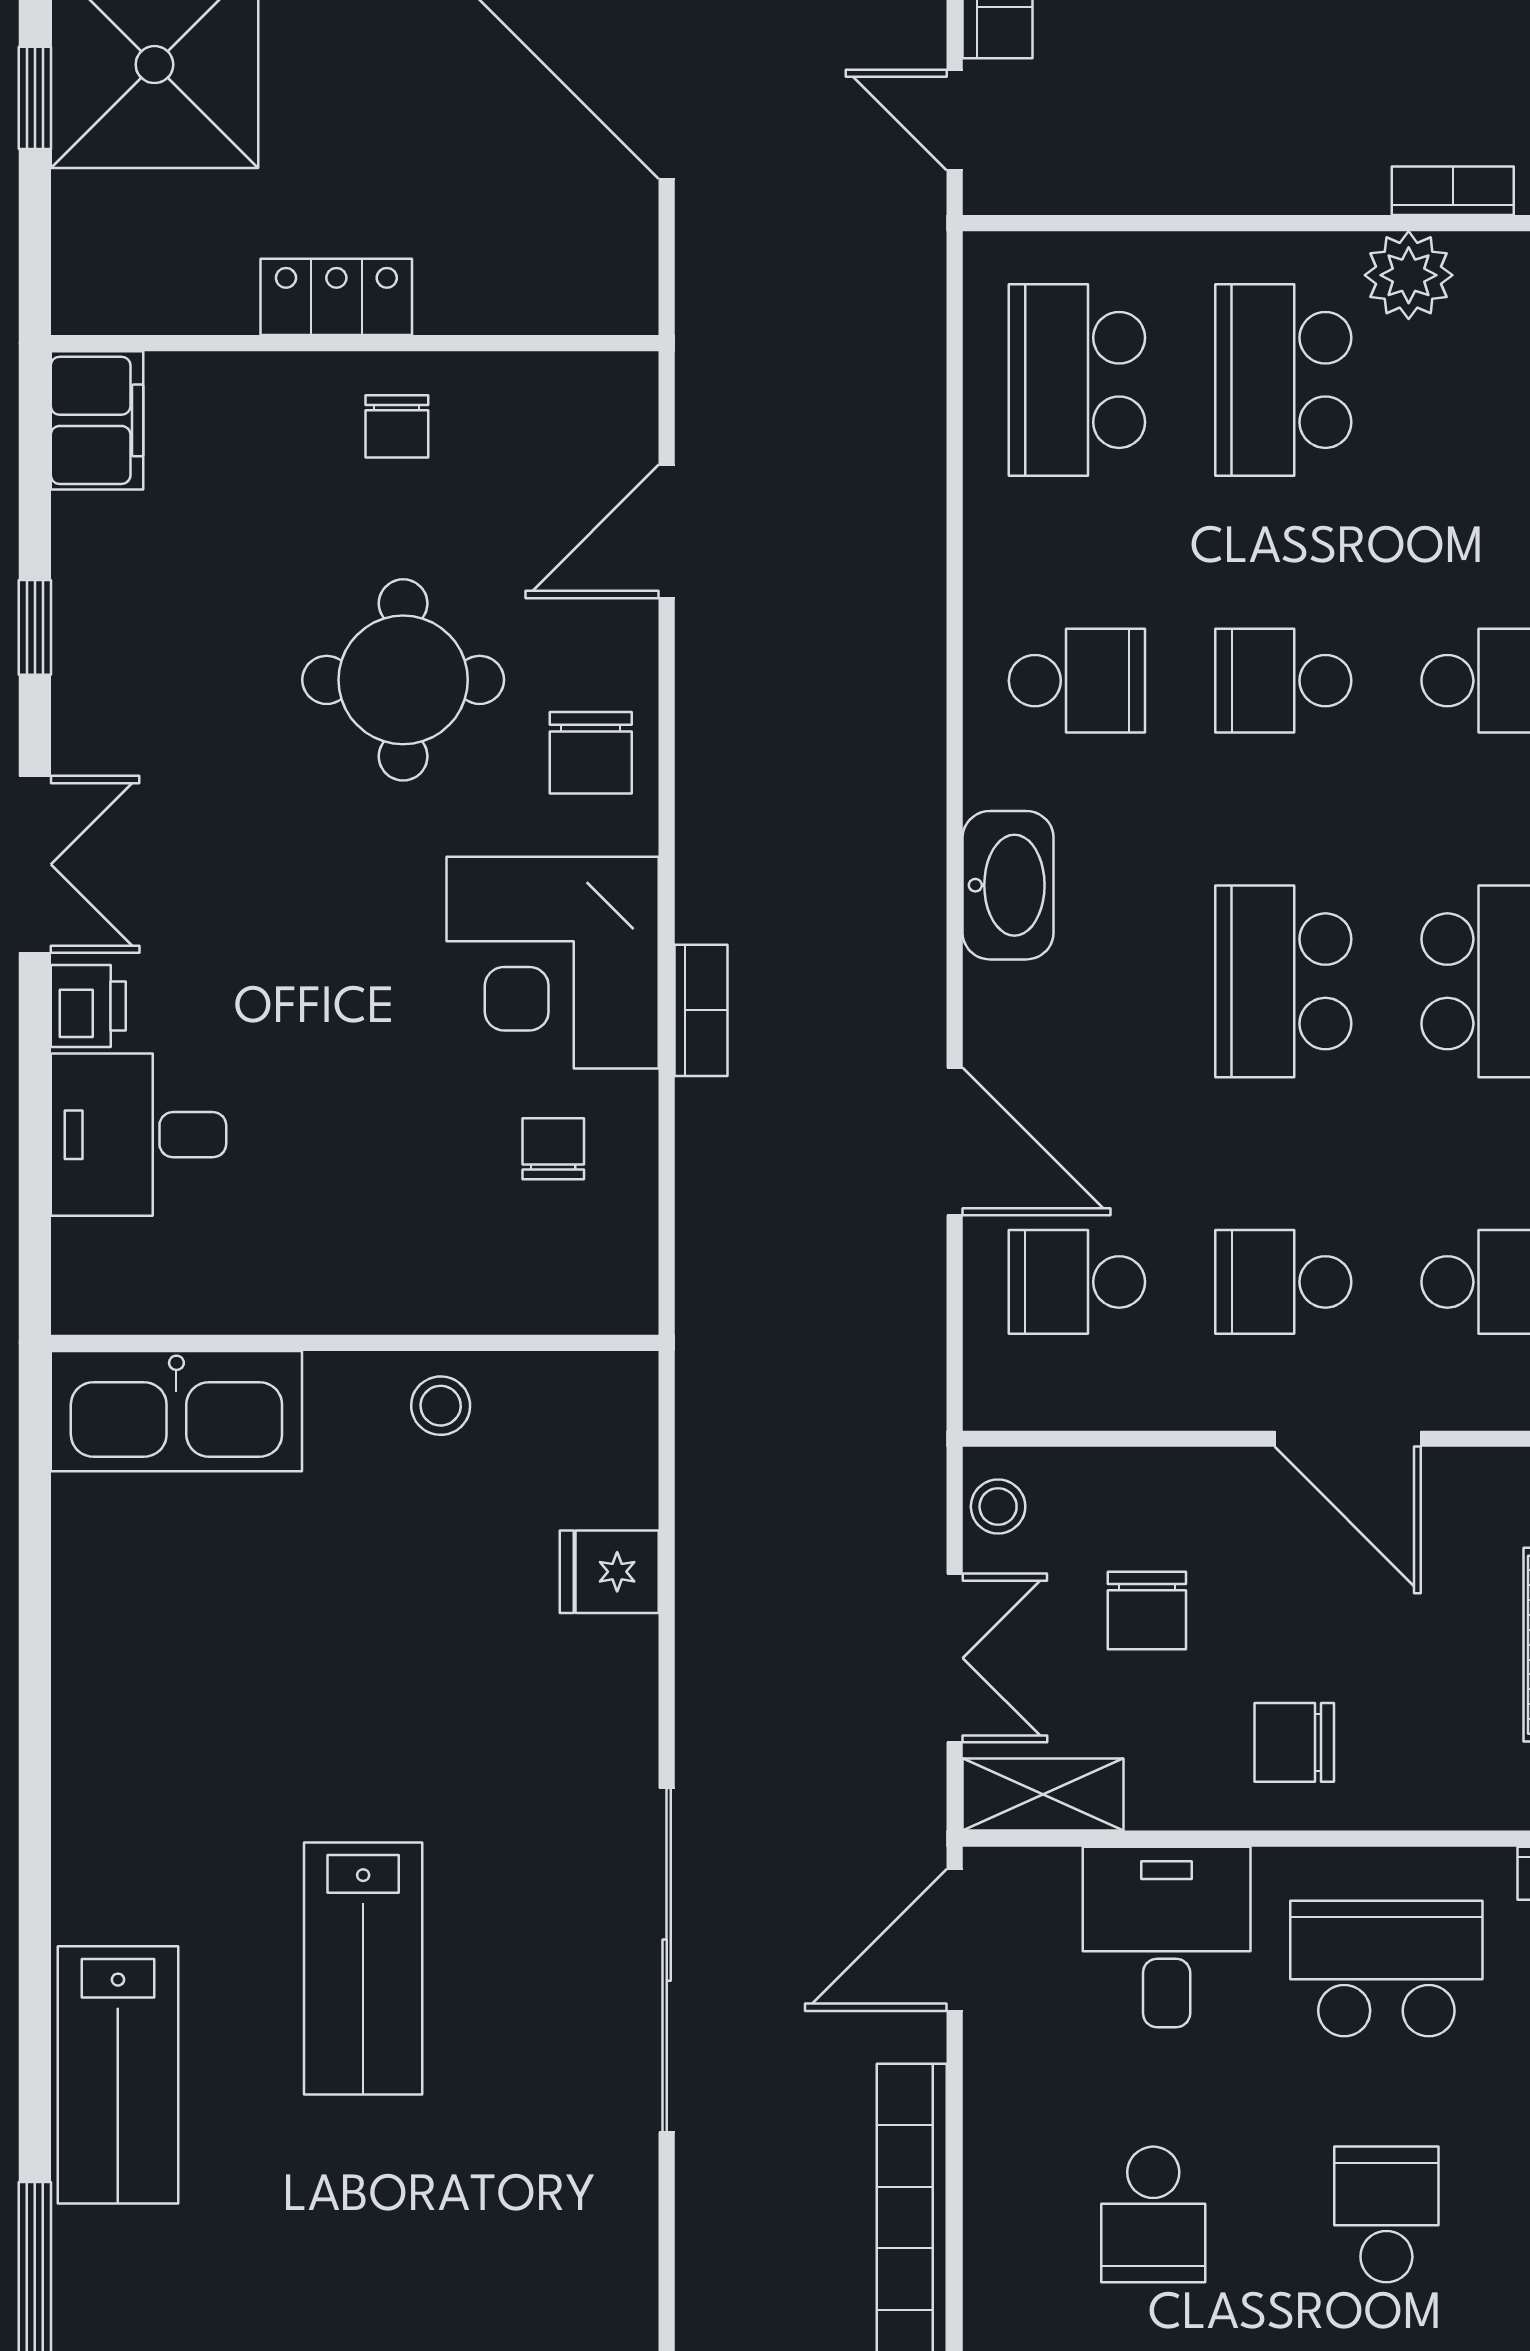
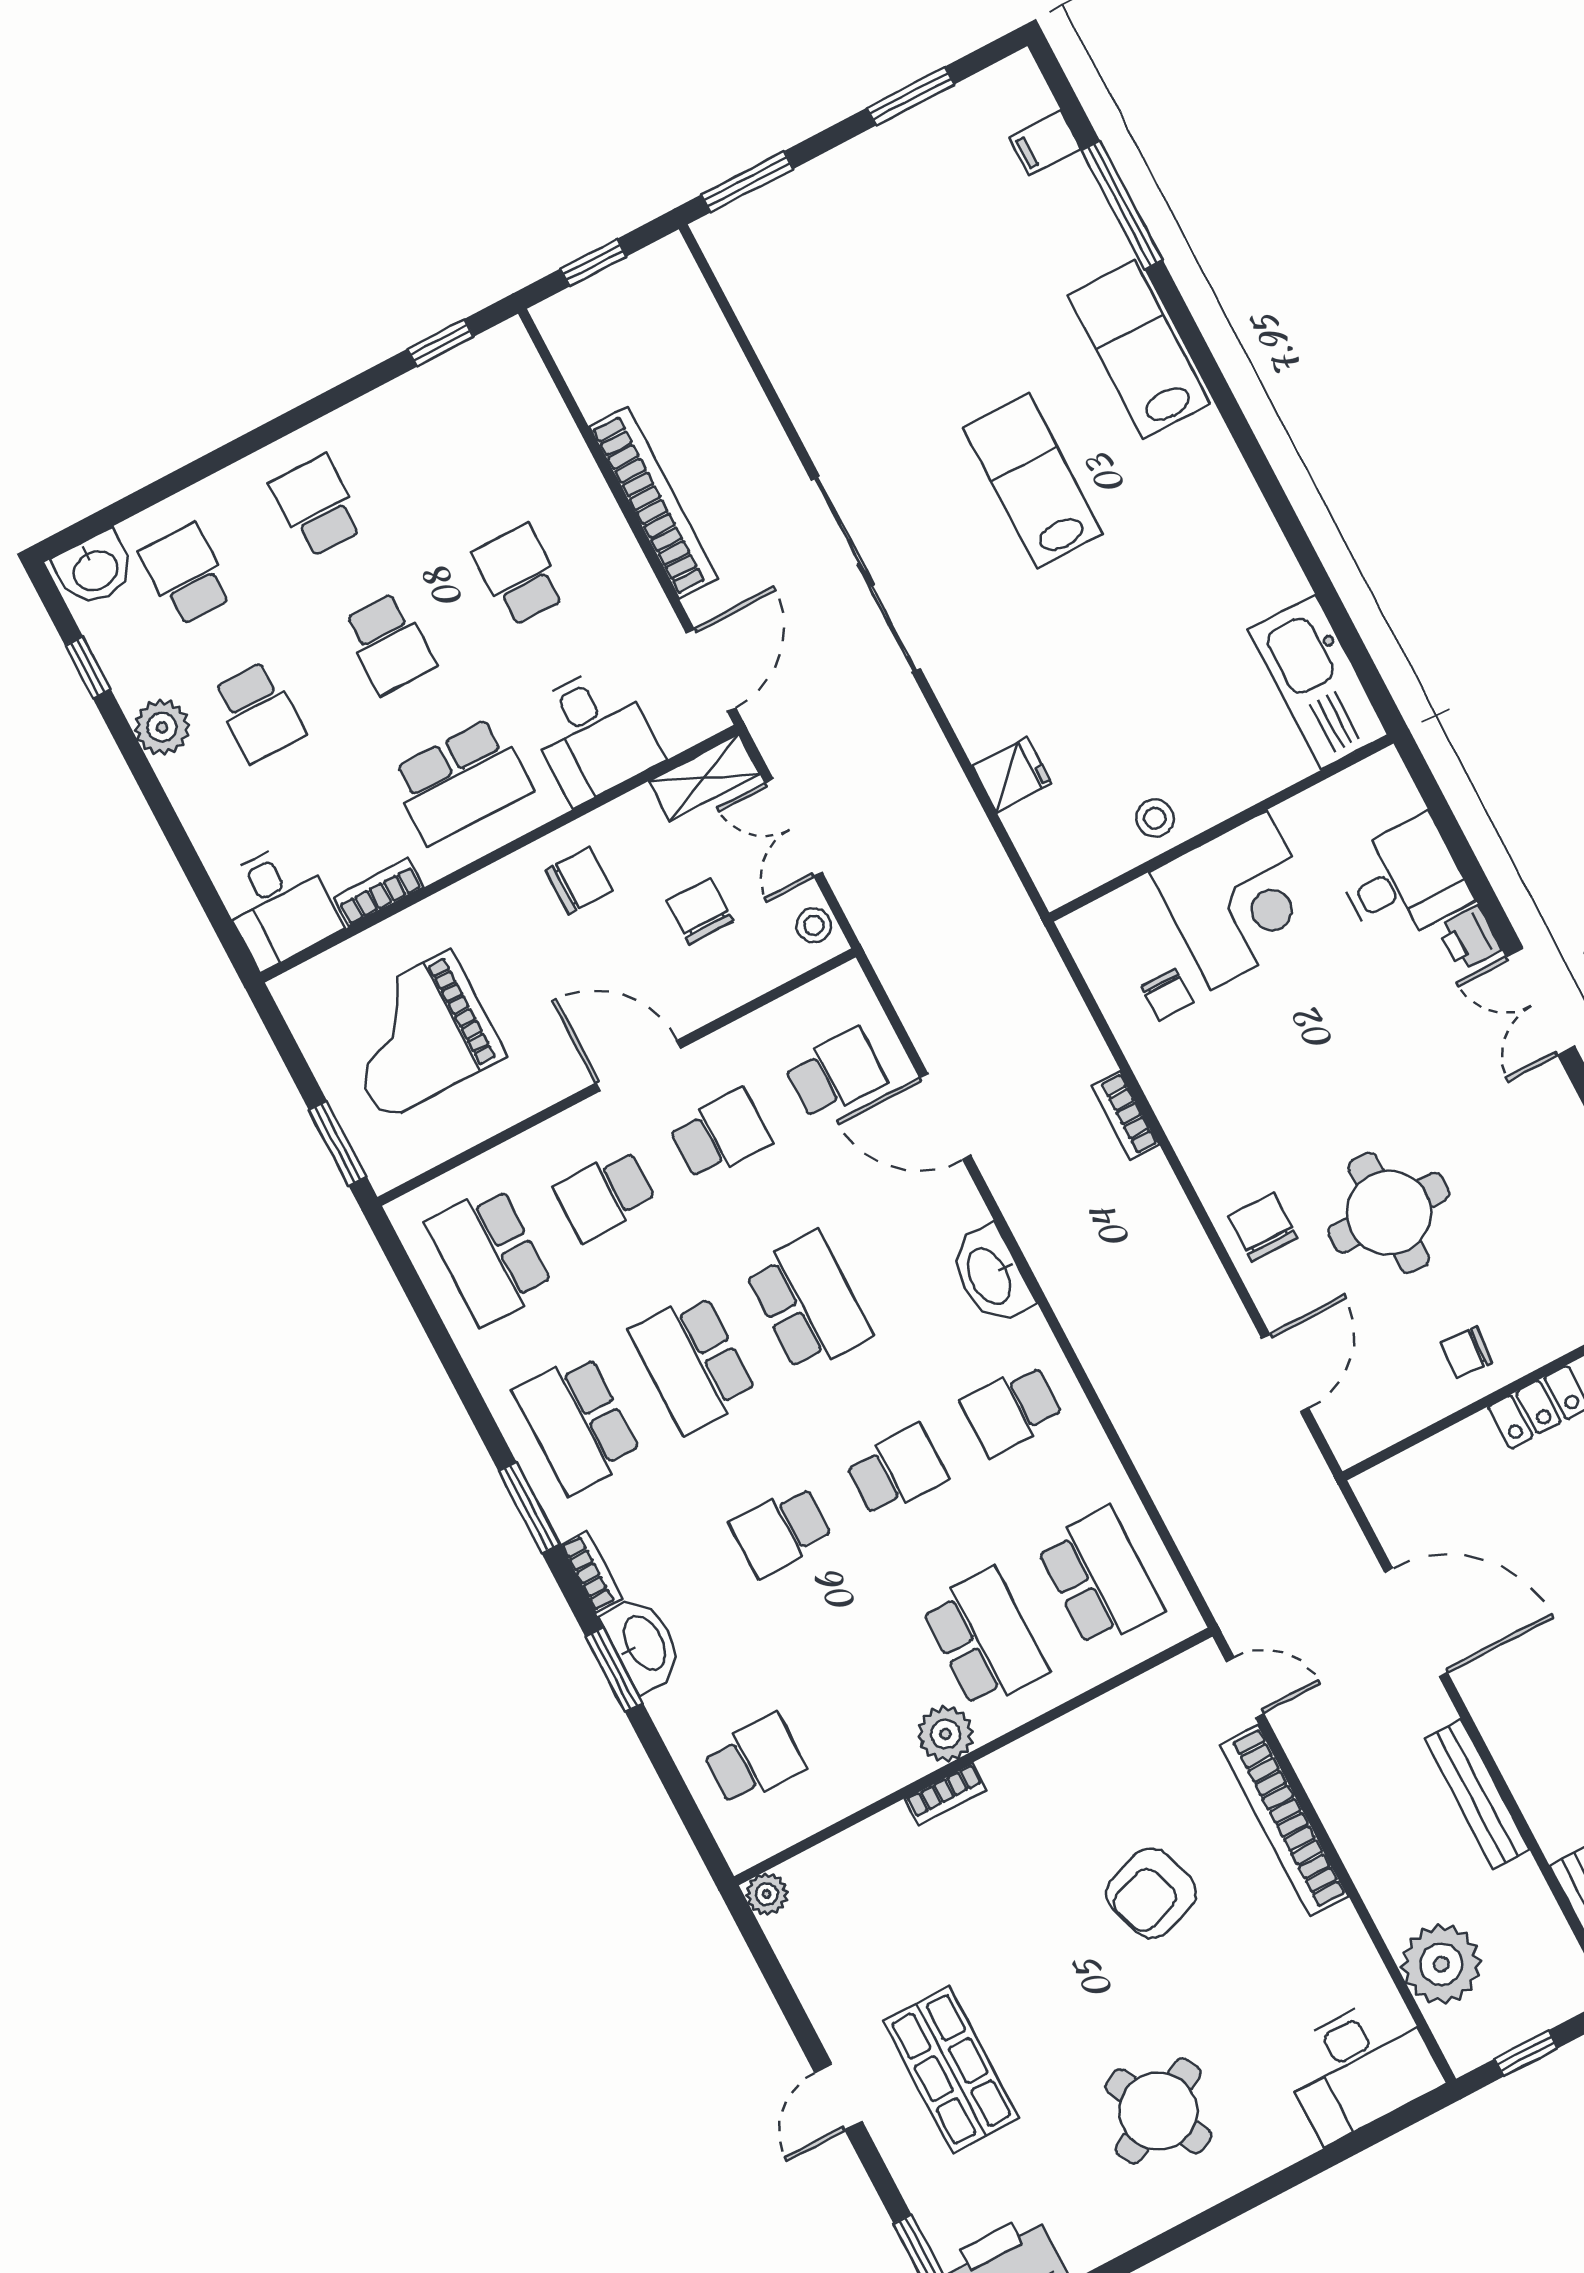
chair: (397, 426) -> (1467, 1353), turned -86
corner desk: (553, 963) -> (1239, 900), moved, turned 90
kitchen sink: (176, 1411) -> (1318, 682), moved, turned -90

